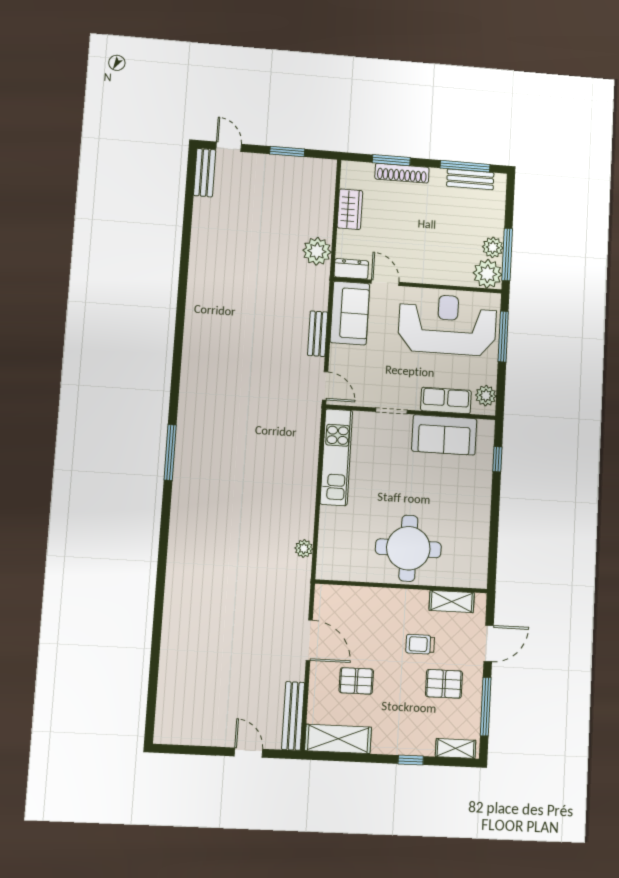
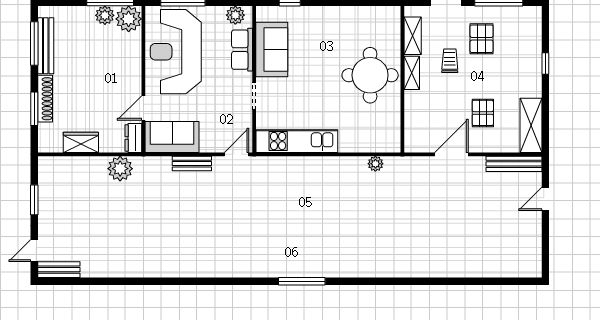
bench: (470, 179) -> (46, 46), width x1.36
trolley: (420, 644) -> (450, 61), turned 180
shelving: (456, 748) -> (412, 73), moved

